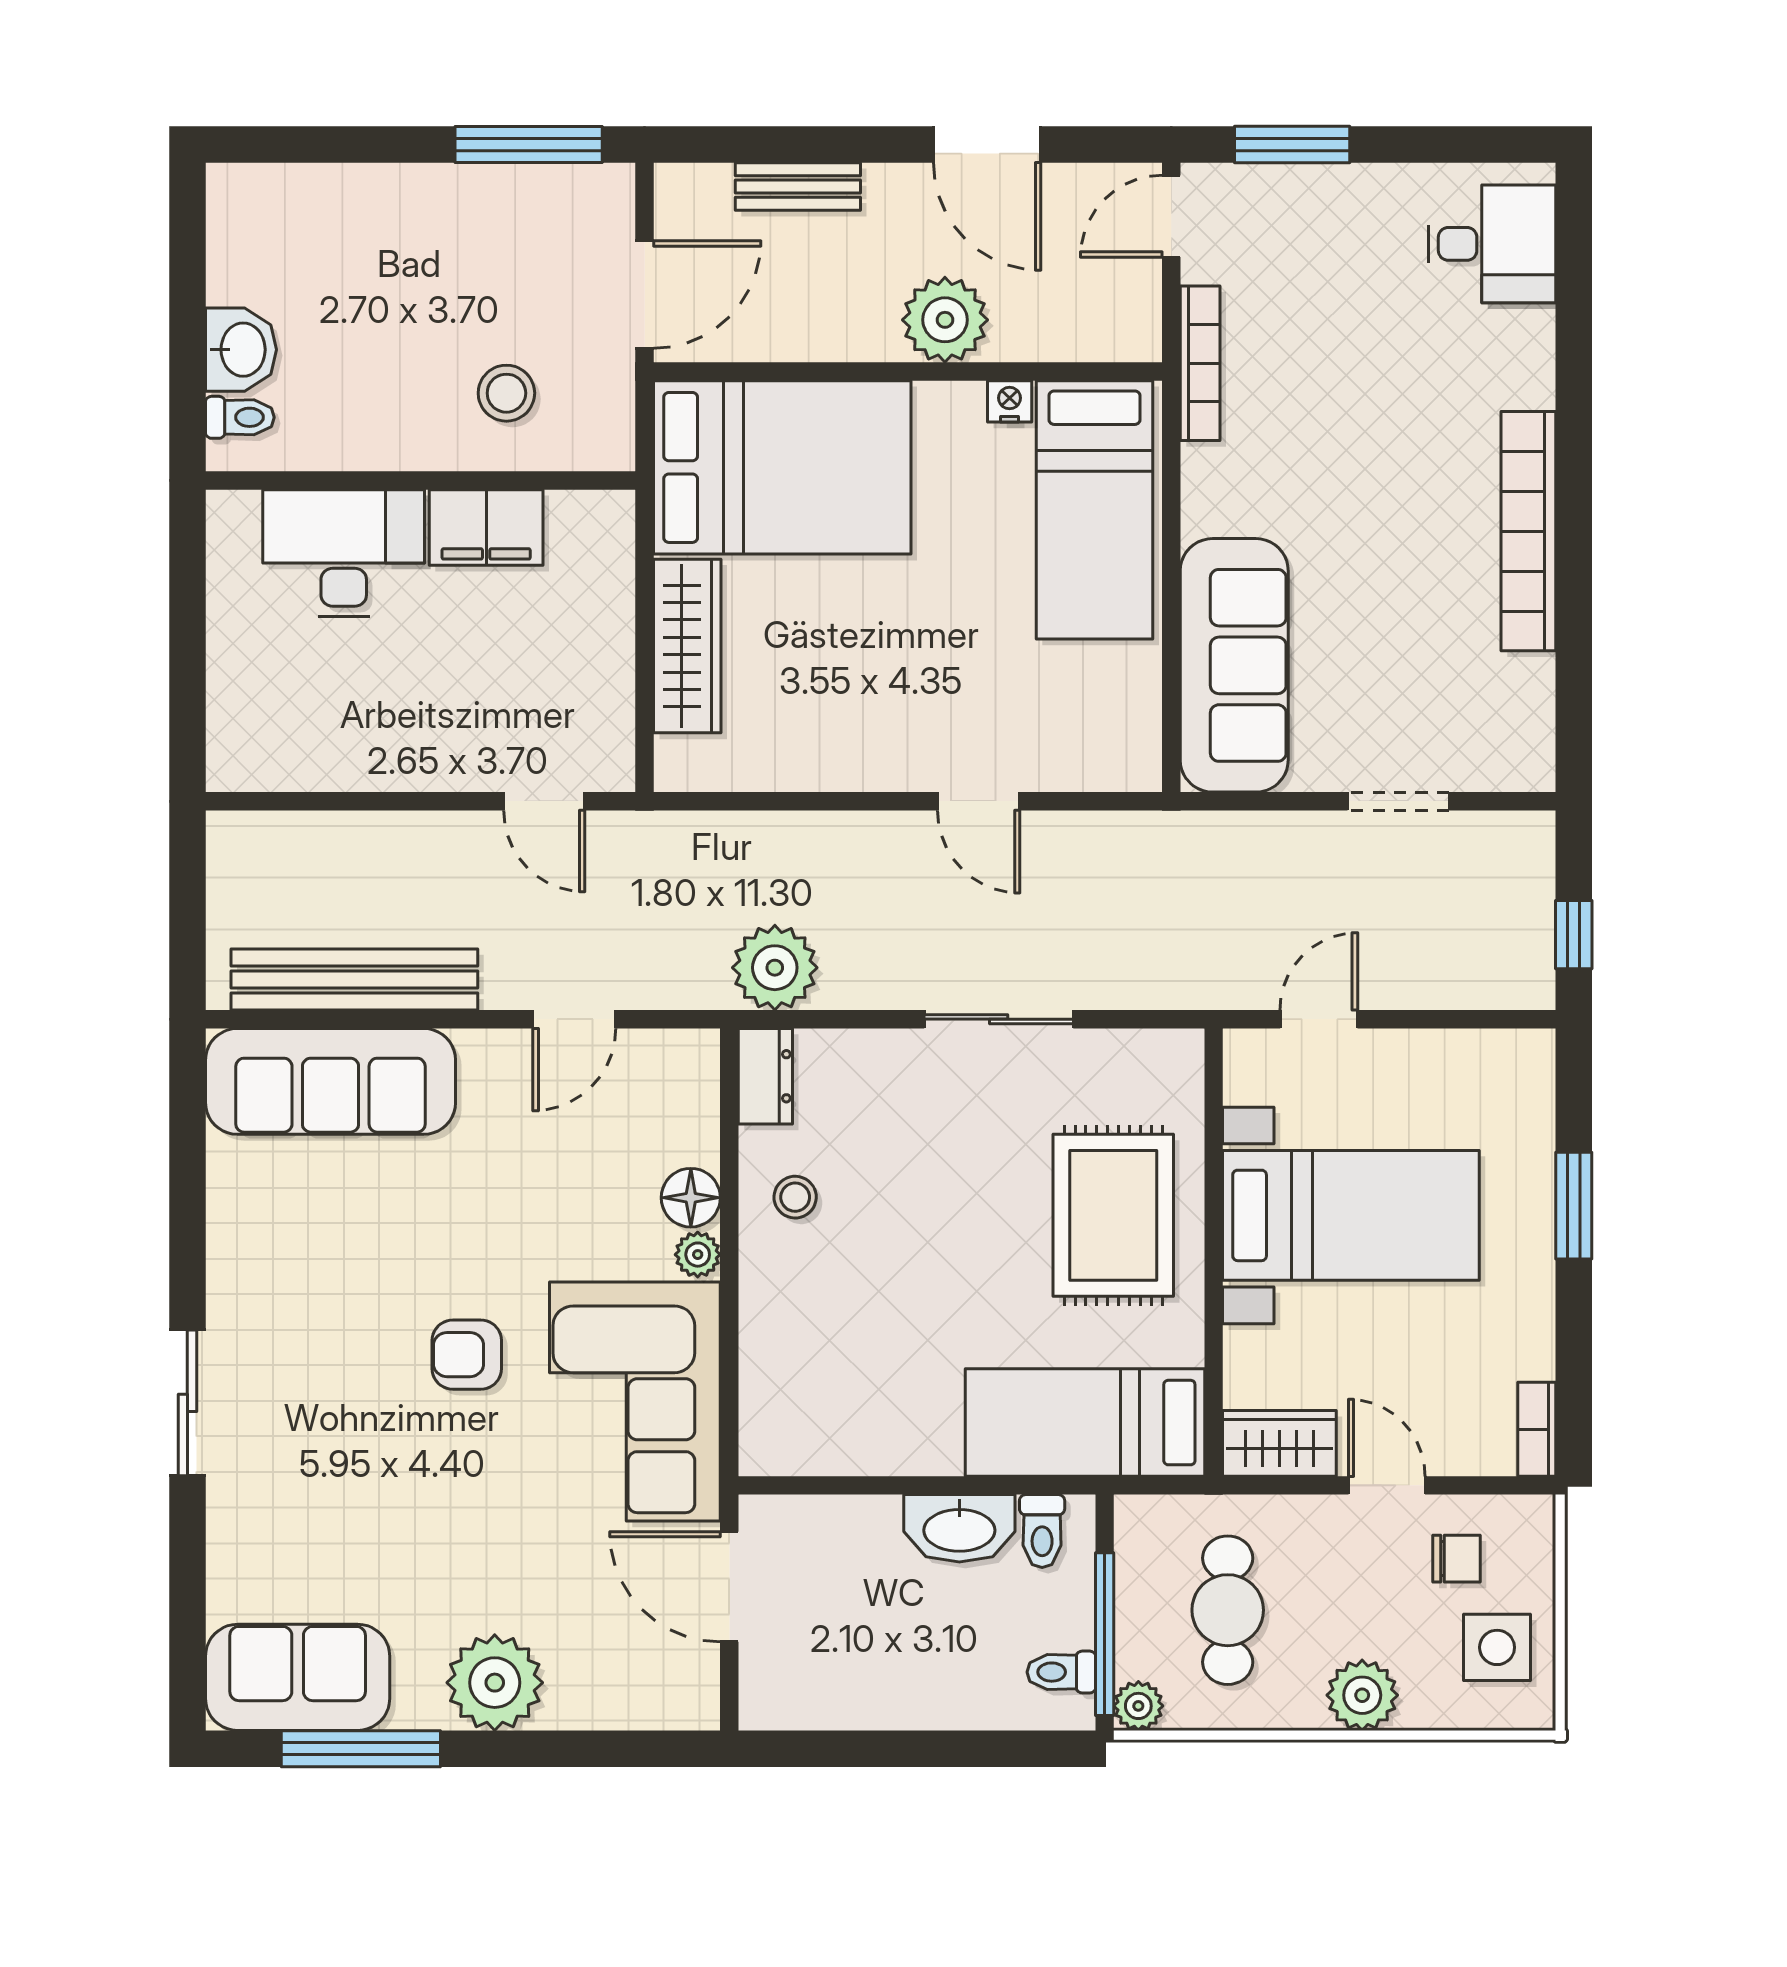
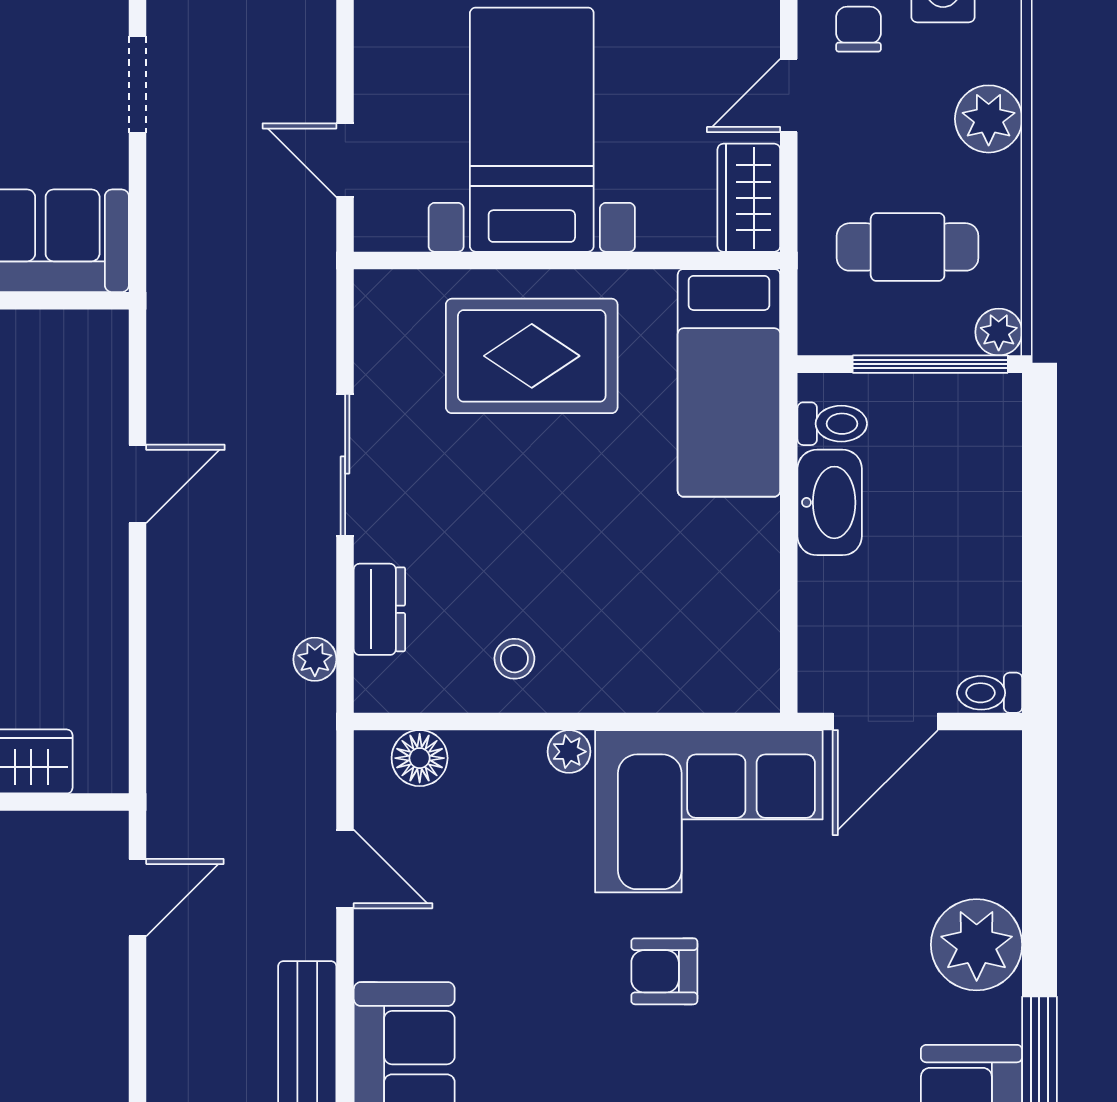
plant: (775, 968) -> (315, 659), width x0.53, depth x0.53
dresser: (765, 1076) -> (379, 609), moved, turned 90
floor lamp: (691, 1198) -> (420, 758), moved
armchair: (467, 1355) -> (664, 971), turned 90
toilet: (1061, 1672) -> (990, 693), moved, turned 90

